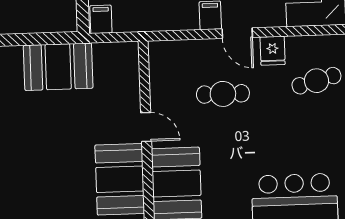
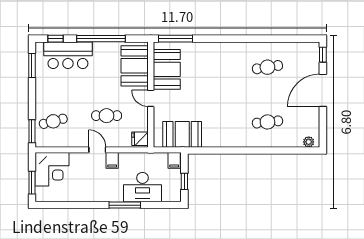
fridge: (273, 51) -> (140, 139), moved, turned -90
booth: (58, 67) -> (182, 134), moved

